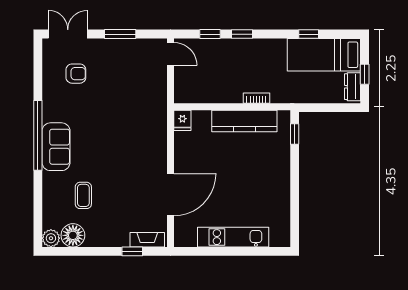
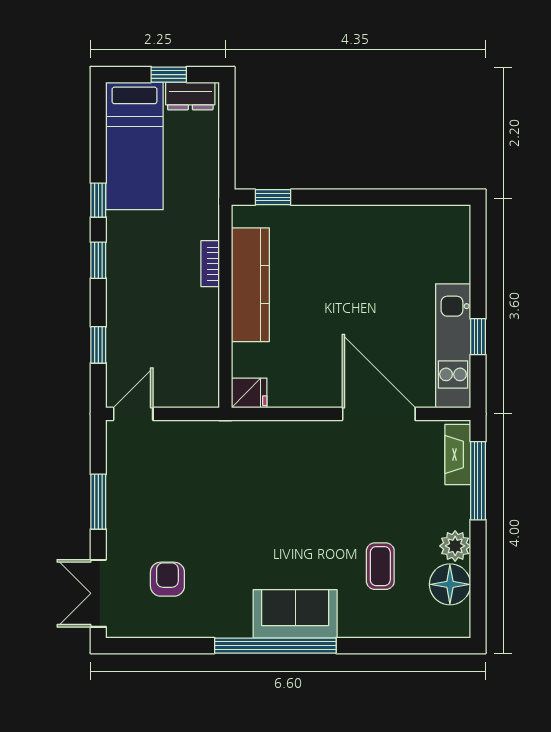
window: (242, 34) -> (98, 260), moved
window: (309, 34) -> (98, 200), moved
coffee table: (83, 195) -> (380, 566), turned 90
kitchen unit: (233, 237) -> (453, 346), moved
plant: (51, 238) -> (455, 546), moved
window: (132, 251) -> (478, 481), width x2.17
window: (215, 251) -> (478, 337), added

